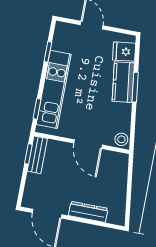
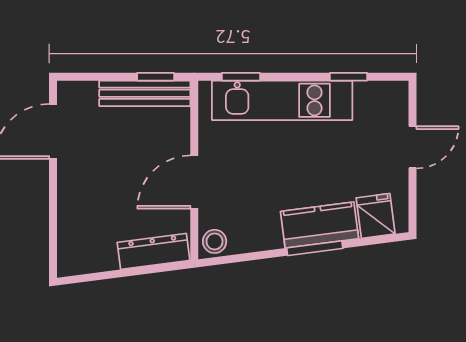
bench: (37, 155) -> (145, 93), width x1.36
dresser: (88, 212) -> (154, 251), moved, turned -97

